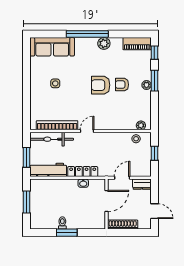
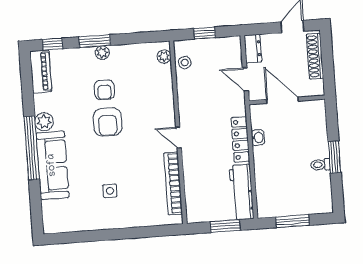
sofa: (52, 47) -> (52, 165), moved
bicycle: (52, 139) -> (195, 190), removed
shoe rack: (123, 225) -> (315, 56), moved

